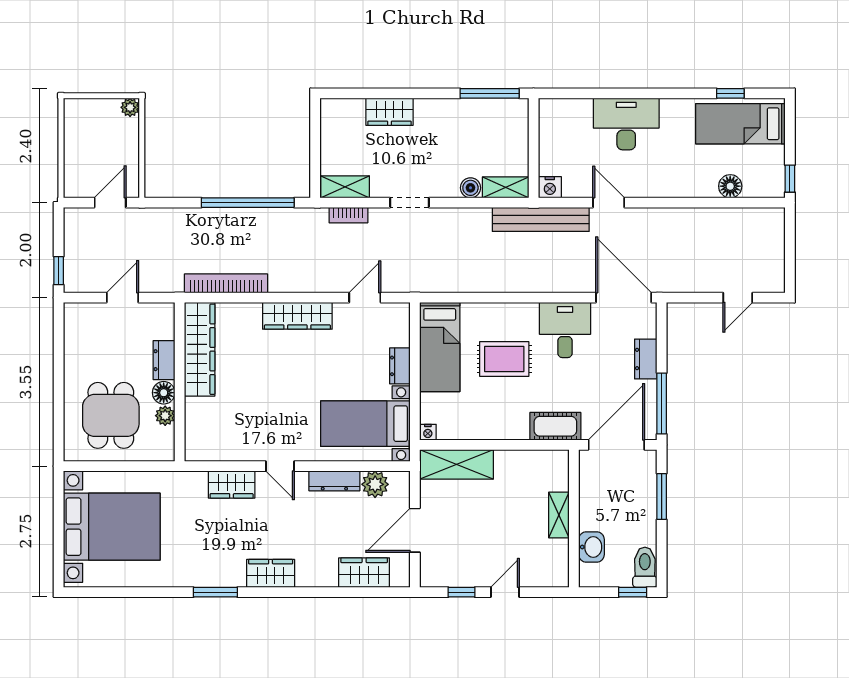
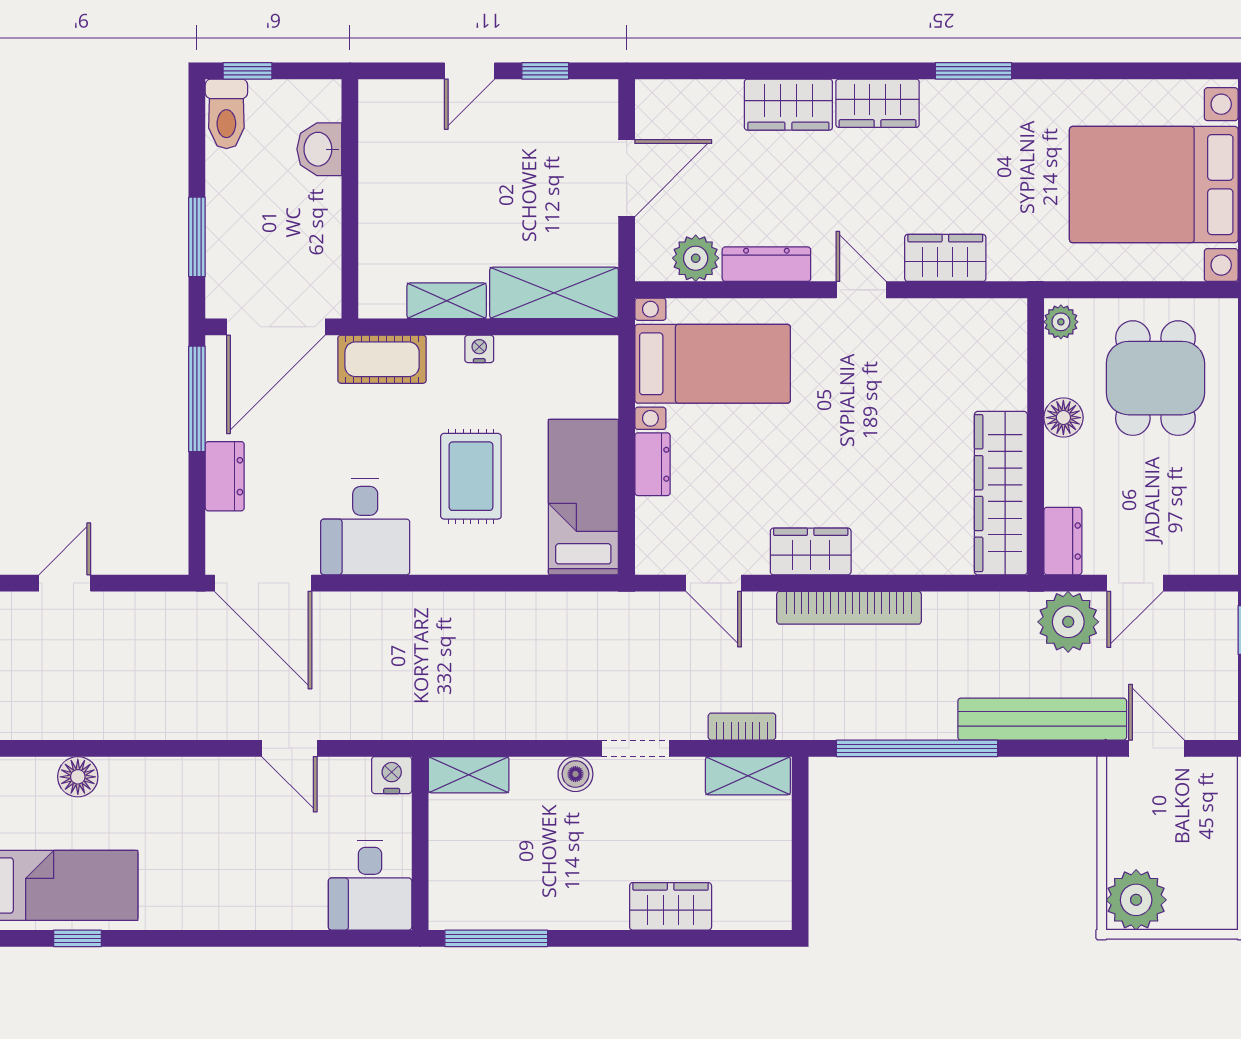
plant: (130, 107) -> (1136, 900), width x1.88, depth x1.88
desk: (626, 124) -> (370, 885), moved, width x0.73
boiler: (470, 188) -> (575, 774), moved
door: (110, 203) -> (1156, 748), swing flipped
bench: (541, 219) -> (1042, 719), moved
plant: (161, 275) -> (1068, 622), added
bookcase: (226, 283) -> (849, 608), moved
door: (365, 298) -> (714, 583), hinge flipped
wardrobe: (297, 316) -> (811, 551), width x0.67
rug: (504, 359) -> (471, 476), turned 90
dresser: (164, 360) -> (1063, 541), moved
plant: (165, 416) -> (1061, 322), moved
nightstand: (428, 432) -> (479, 349), moved
shelving: (559, 515) -> (447, 301), moved, turned 90
wardrobe: (364, 573) -> (788, 105), moved

